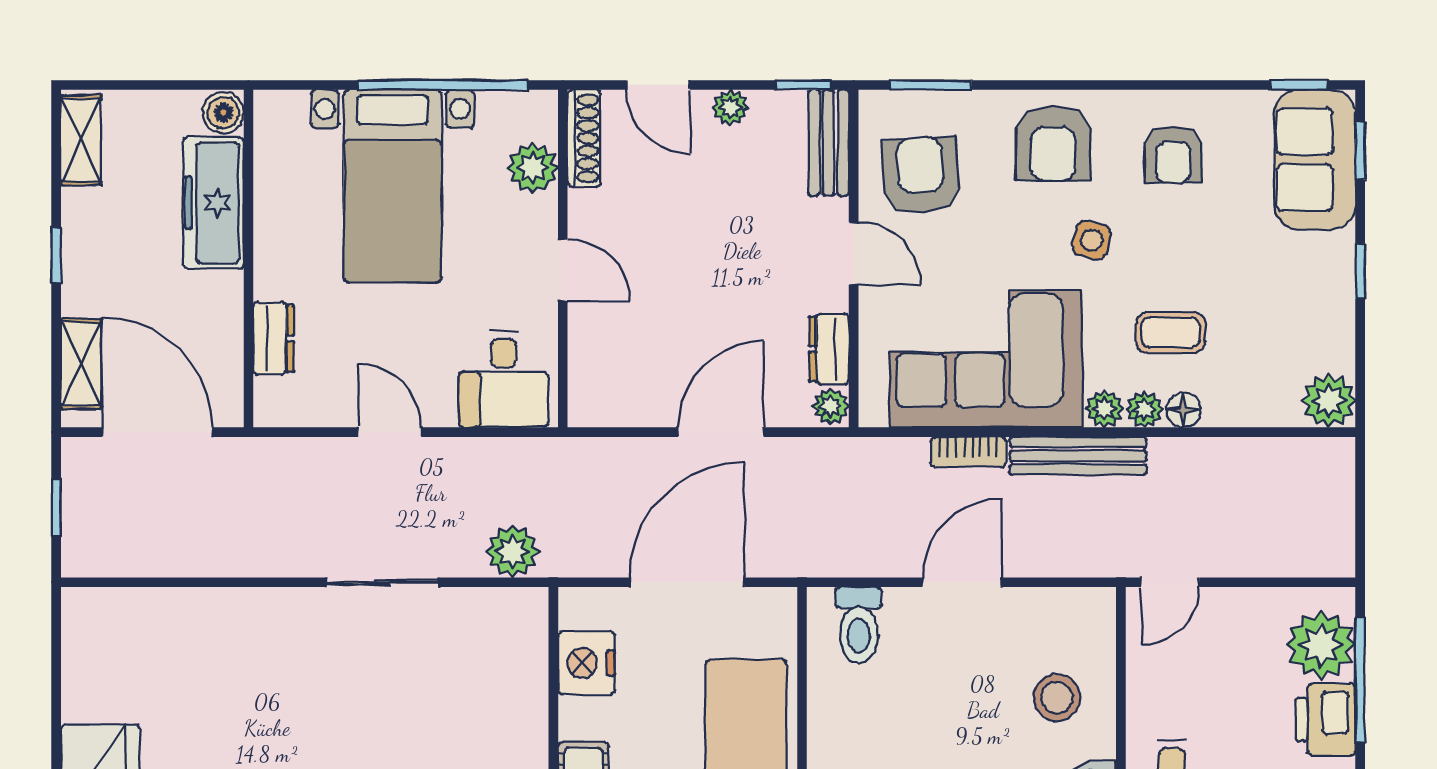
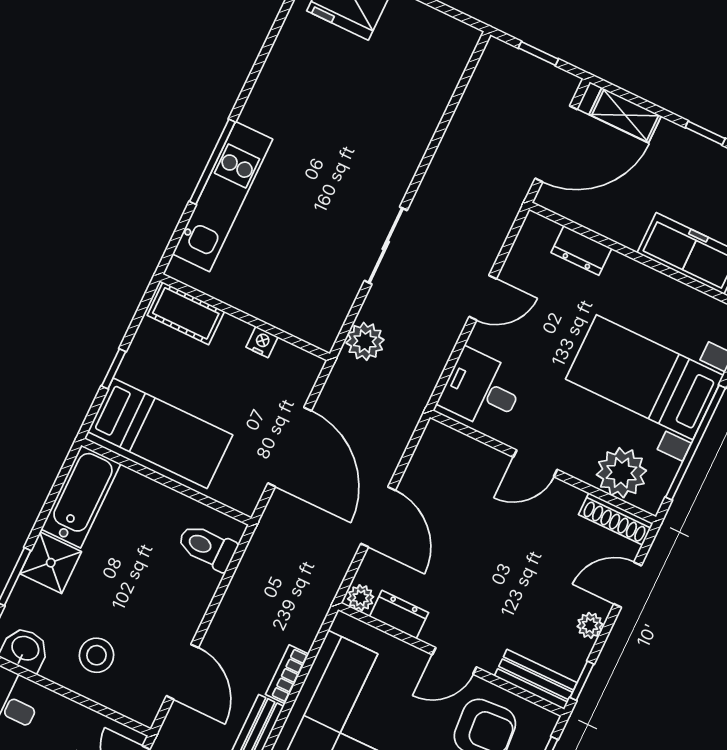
plant: (533, 168) -> (621, 473), width x1.36, depth x1.36
door: (962, 582) -> (182, 672), moved
nightstand: (587, 663) -> (262, 342), width x0.53, depth x0.56

